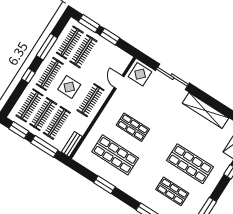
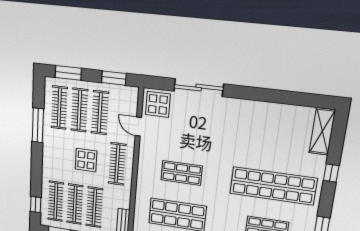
window: (110, 37) -> (114, 78), moved
clothes rail: (50, 74) -> (100, 113), moved
window: (28, 76) -> (36, 205), moved
shelving: (205, 111) -> (261, 110), removed
shop shelf: (190, 164) -> (273, 186), width x1.40

